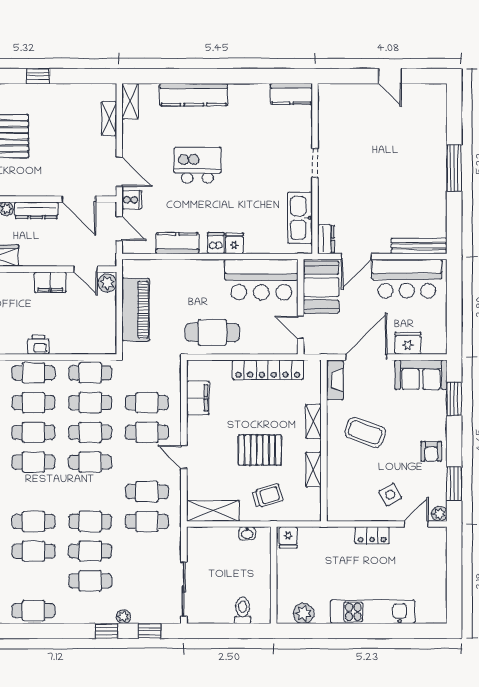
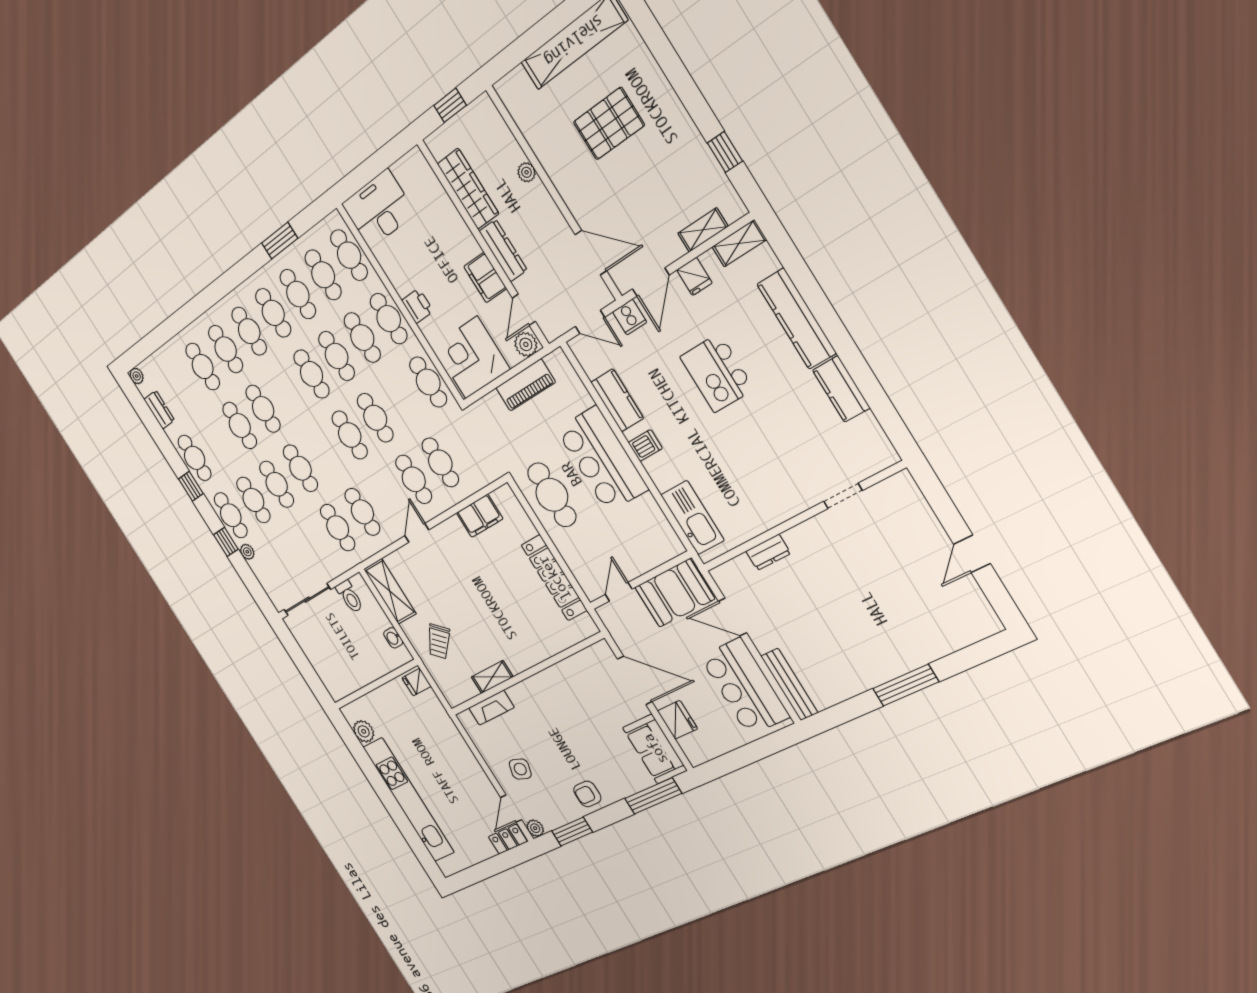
window: (38, 76) -> (725, 152), moved
kitchen counter: (291, 94) -> (841, 389), moved
doorway: (315, 163) -> (843, 496), moved
kitchen island: (198, 165) -> (717, 373), turned 180
door: (79, 199) -> (591, 253), swing flipped
dresser: (36, 210) -> (503, 251), moved, turned 180
kitchen sink: (300, 218) -> (692, 518), moved, turned 90
door: (119, 229) -> (590, 322), hinge flipped
dresser: (326, 239) -> (768, 552), moved
fridge: (234, 243) -> (694, 276), moved, turned 90
bar counter: (261, 280) -> (602, 459), moved
piano: (136, 310) -> (526, 385), width x0.73, depth x0.75
corner desk: (93, 329) -> (471, 358), added
fireplace: (335, 380) -> (491, 708), moved
window: (454, 399) -> (653, 796), width x1.44
cafe table: (90, 403) -> (231, 515), moved
shelving: (313, 422) -> (536, 654), removed
coffee table: (365, 432) -> (561, 715), removed
pallet: (260, 450) -> (474, 610), removed
side table: (390, 495) -> (520, 769), turned 45
trolley: (268, 496) -> (439, 641), turned 57
door: (416, 524) -> (511, 809), swing flipped
locker: (372, 535) -> (508, 839), moved, turned 90
toilet: (243, 610) -> (350, 596), moved, turned 90
kitchen unit: (373, 612) -> (408, 800), width x1.36
window: (150, 631) -> (191, 486), moved

